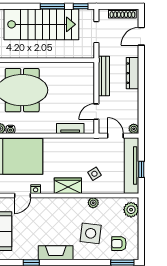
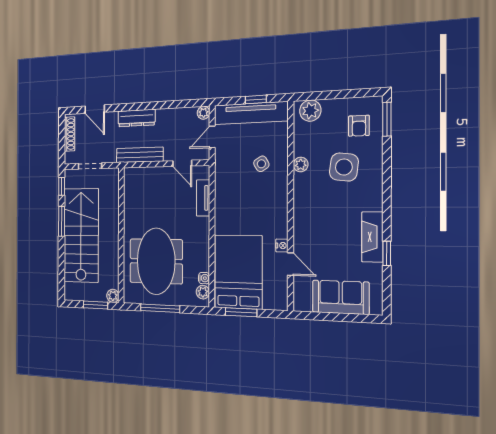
wardrobe: (68, 186) -> (277, 200), removed
fireplace: (56, 253) -> (372, 237), moved

